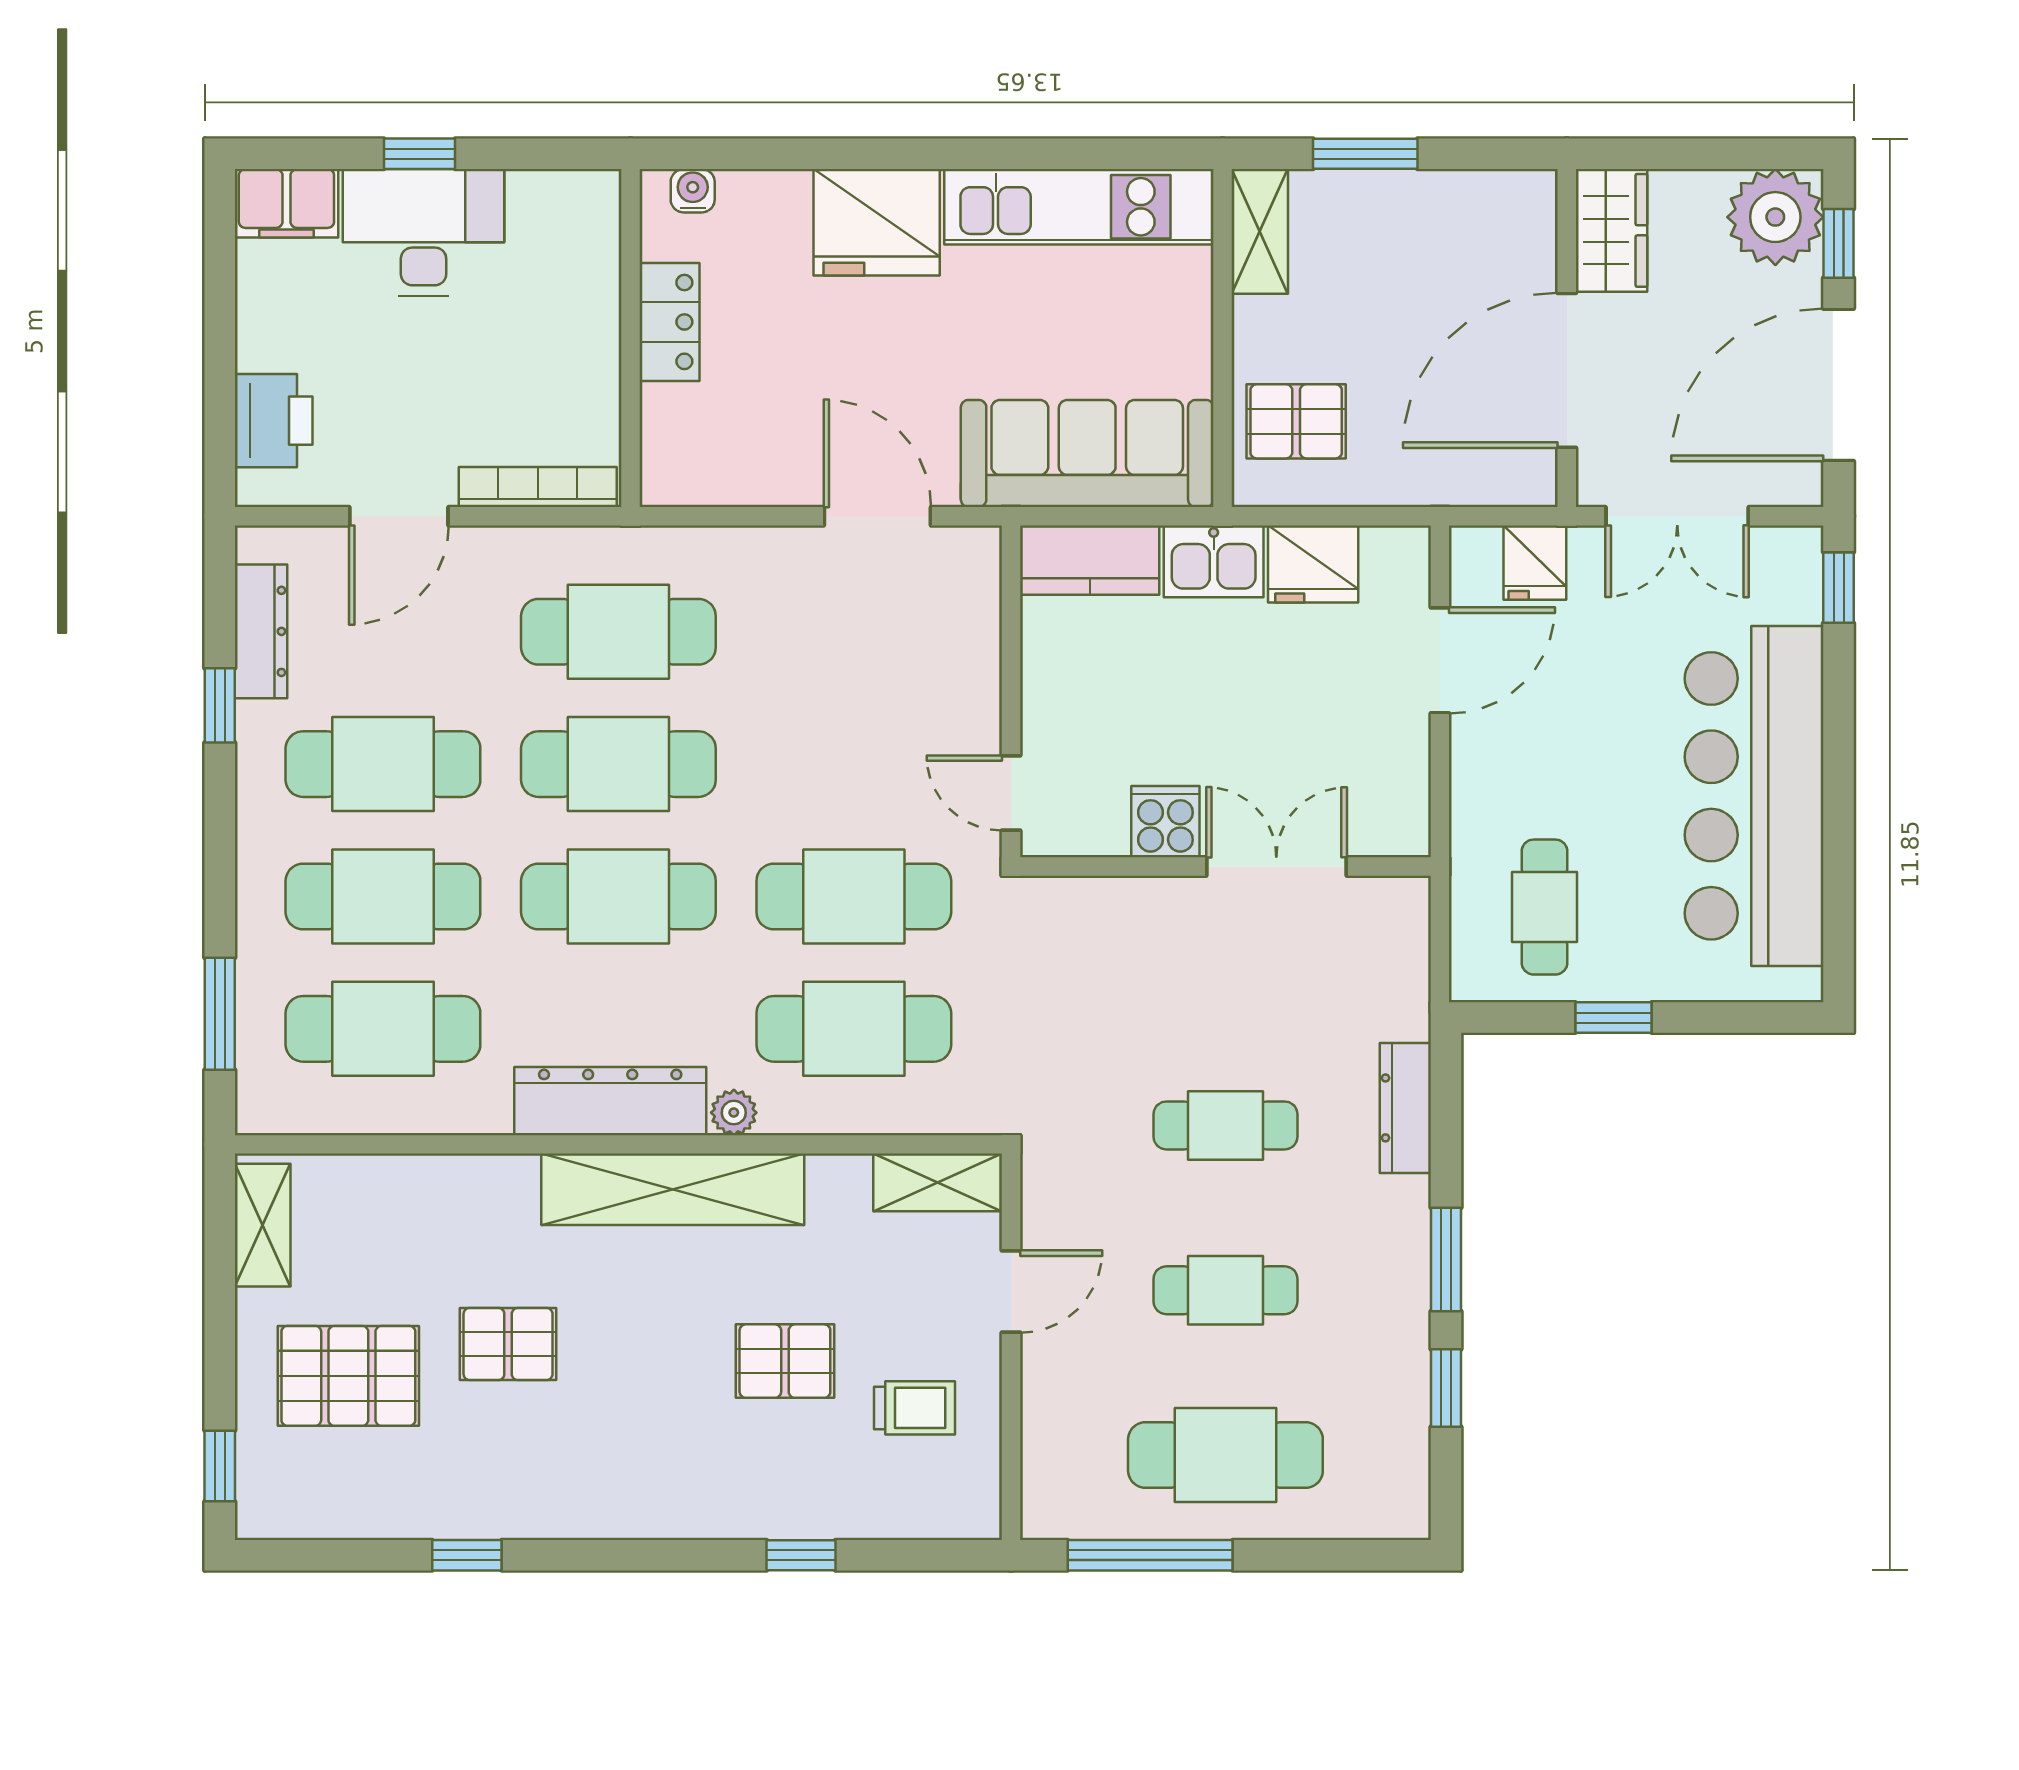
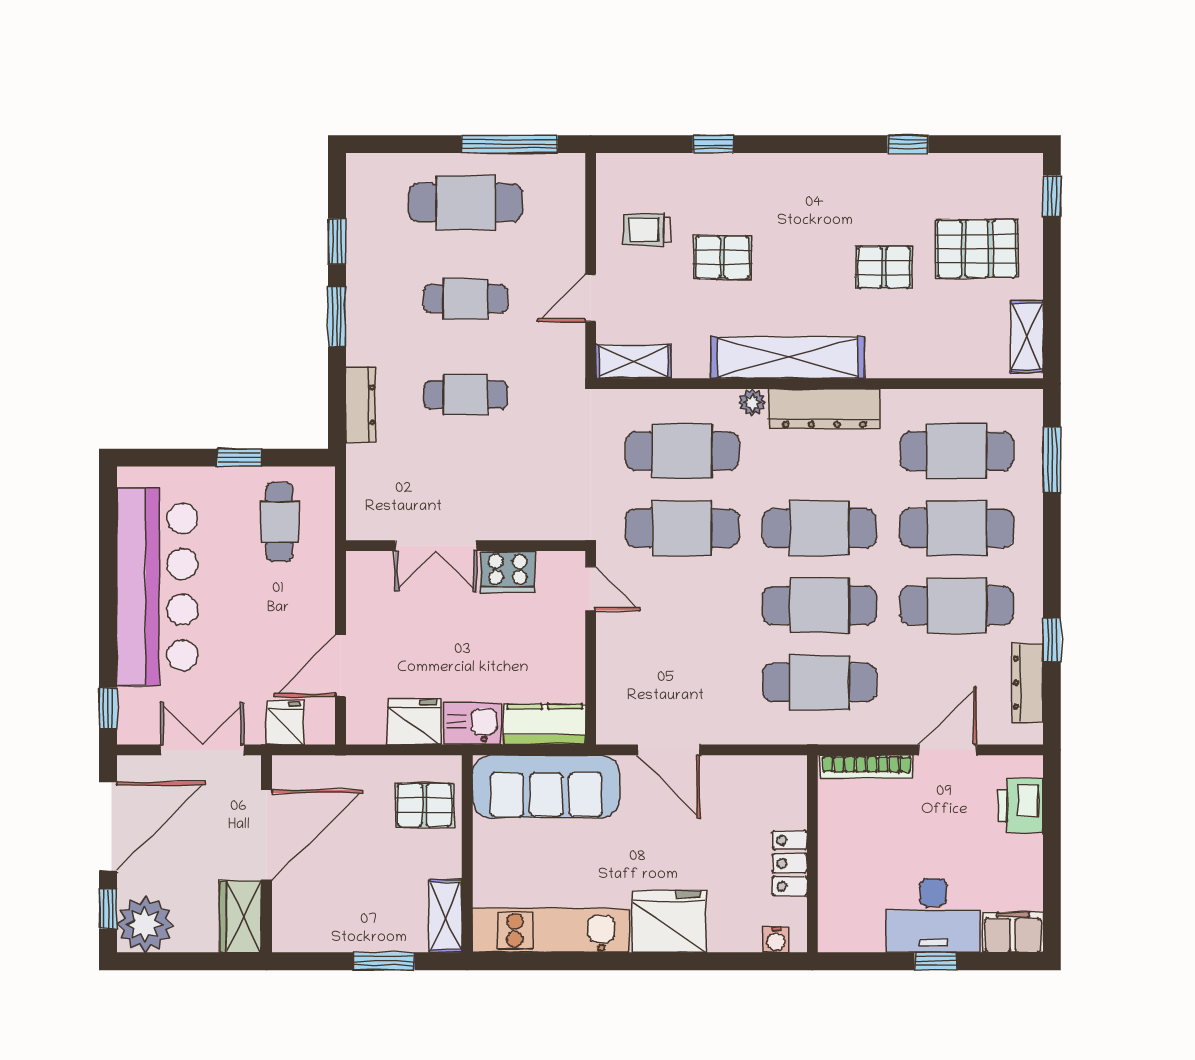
cooker: (1165, 822) -> (508, 572), width x1.36

